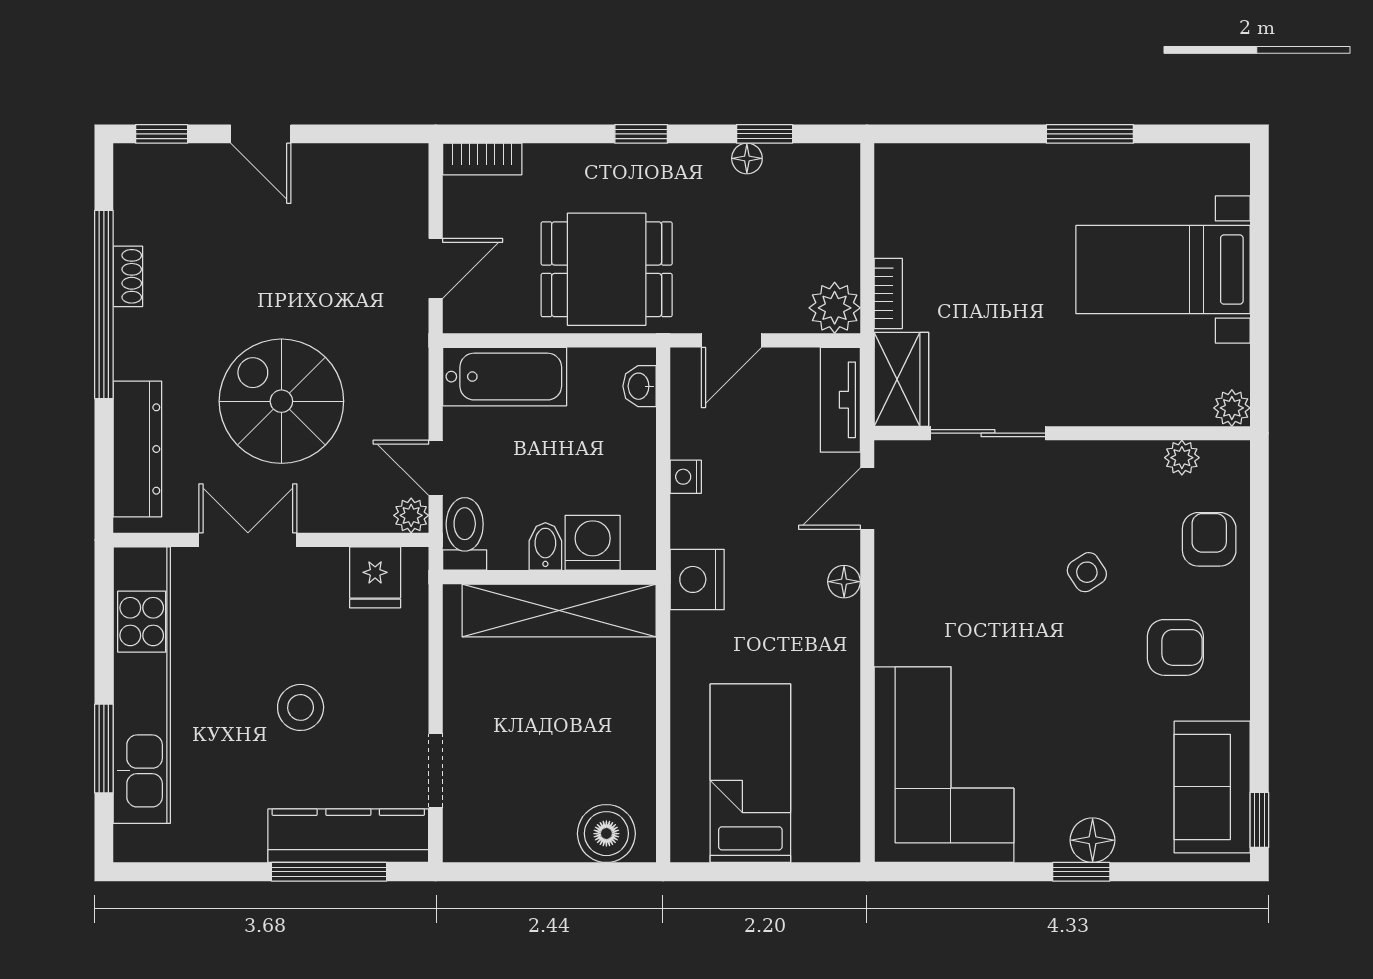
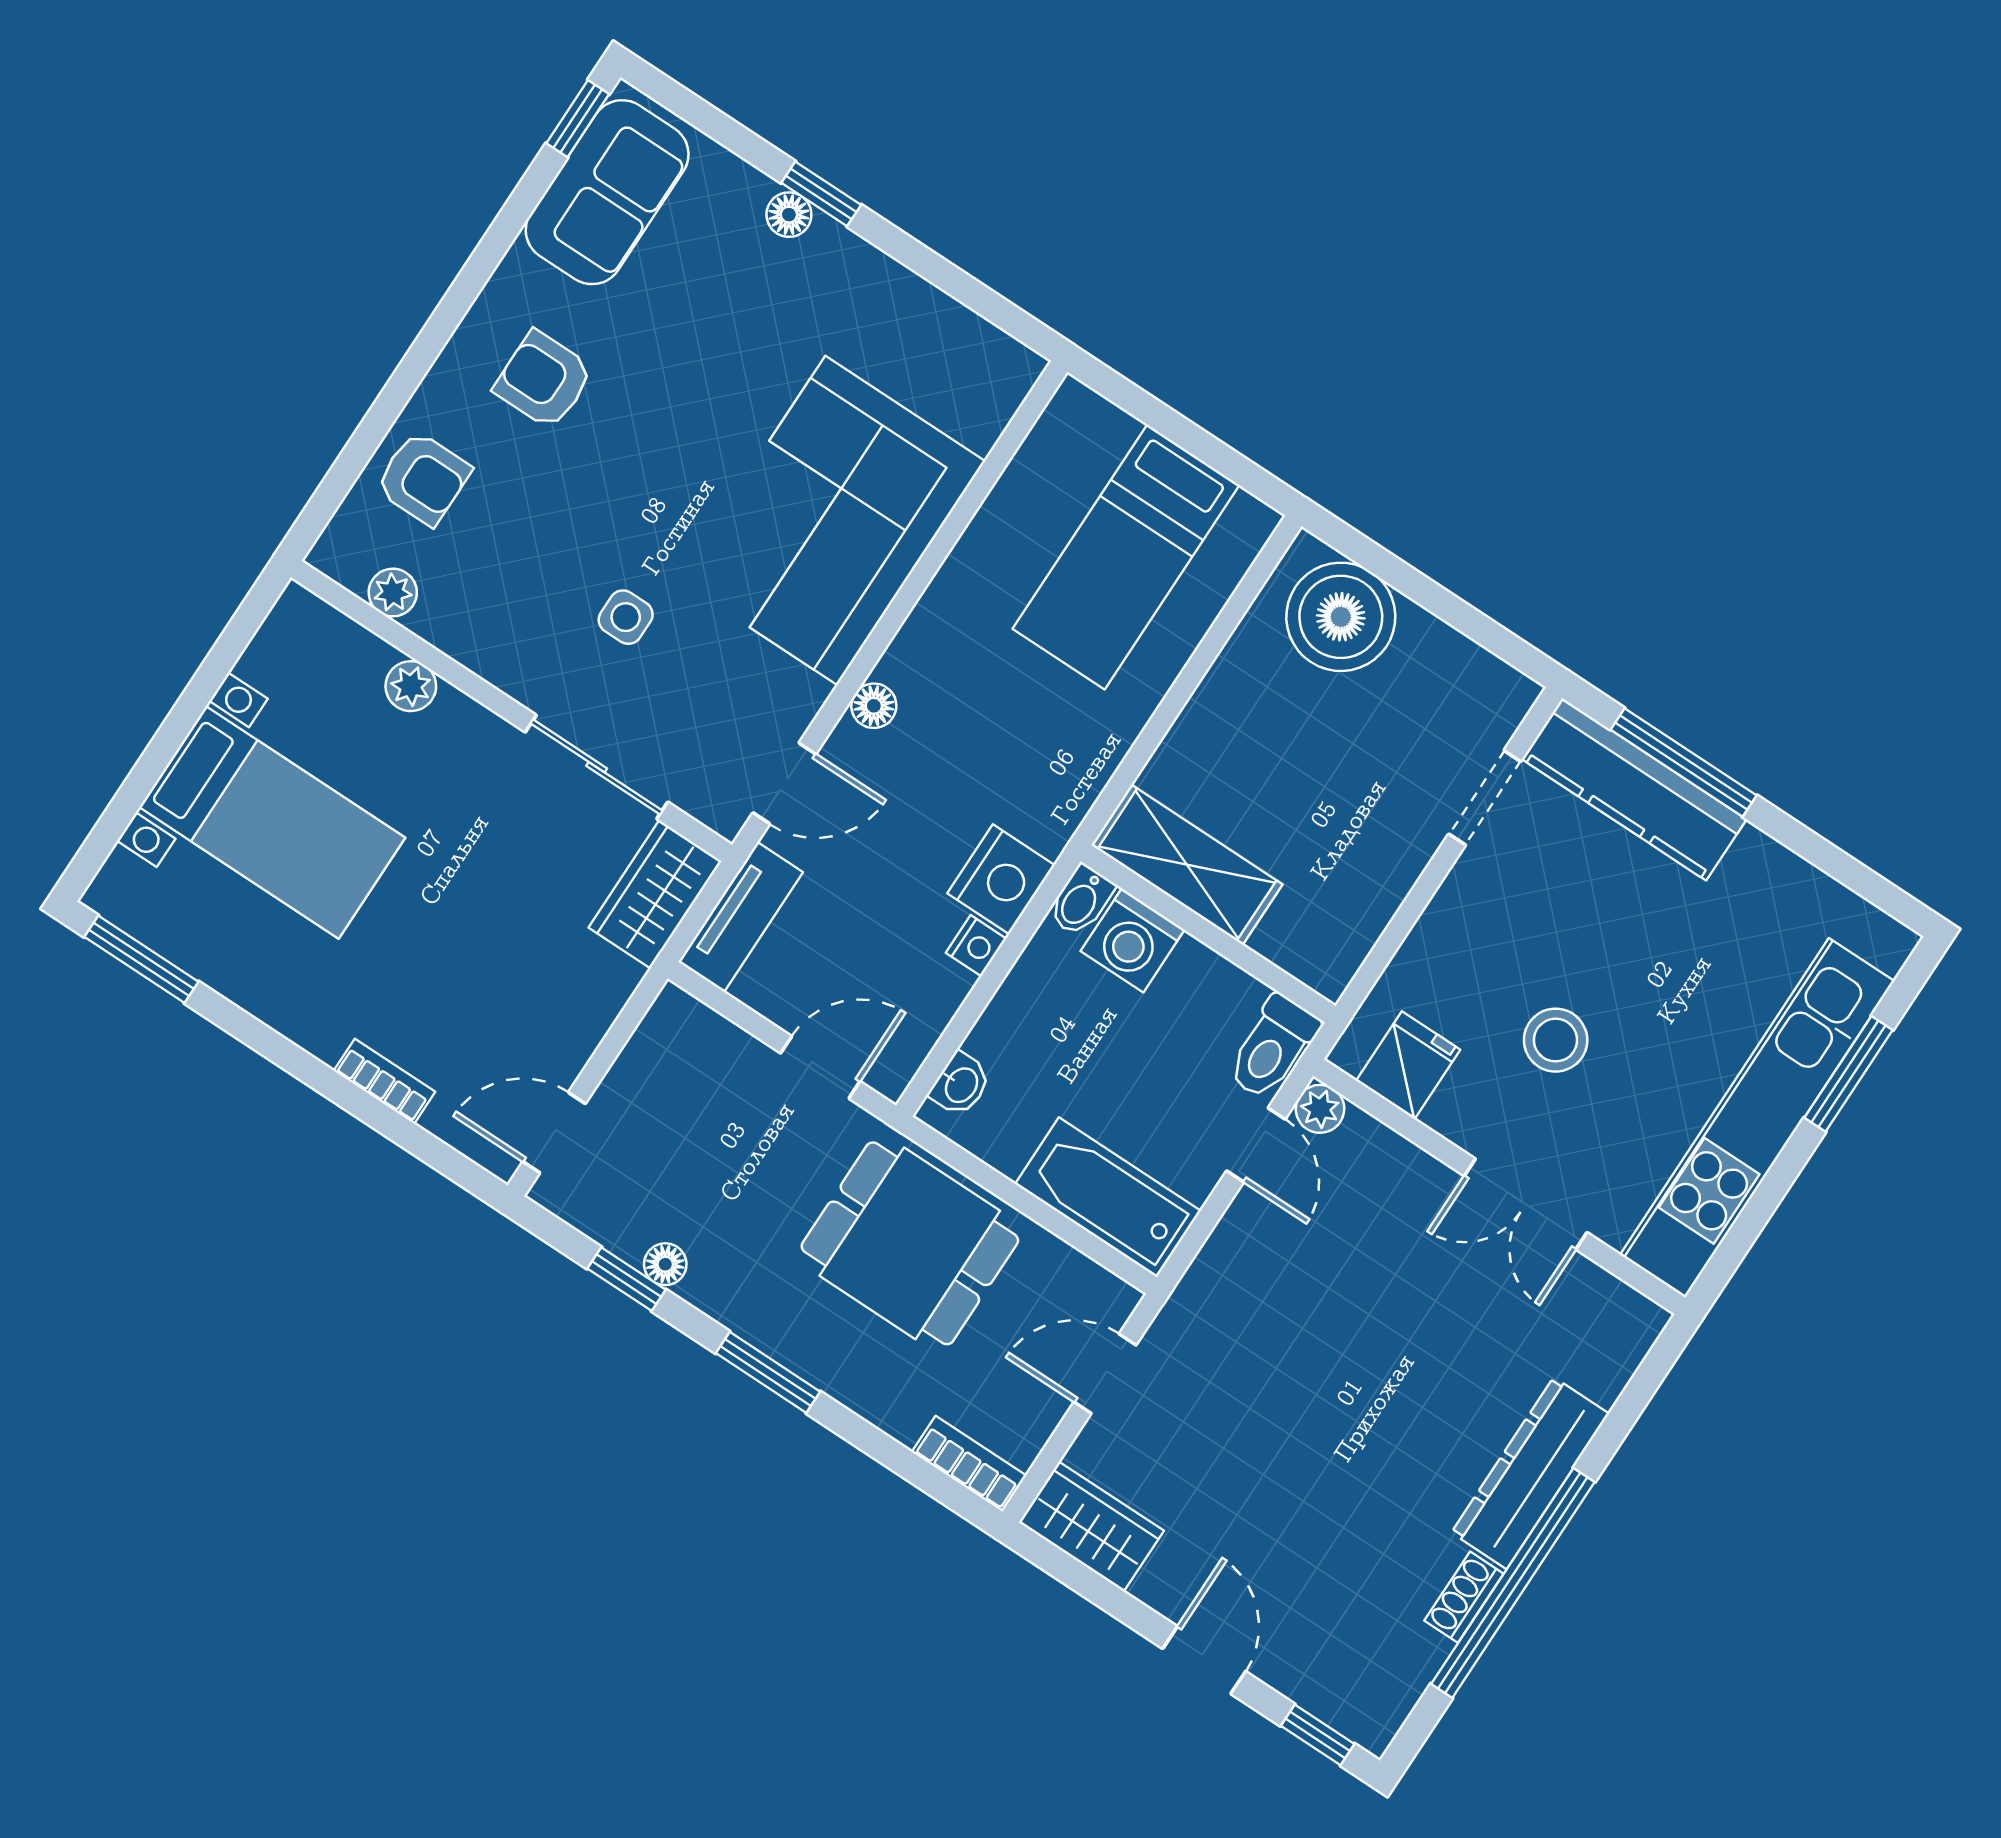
window: (641, 134) -> (768, 1372), width x1.50
window: (1090, 134) -> (141, 959), moved
wardrobe: (383, 170) -> (1091, 1526), added
door: (867, 194) -> (554, 1133), added
bookcase: (888, 294) -> (384, 1081), moved, turned 90
plant: (835, 308) -> (678, 1027), removed
spiral stairs: (281, 401) -> (1382, 1338), removed
plant: (1232, 408) -> (411, 686), moved
dresser: (137, 449) -> (1530, 1473), moved
armchair: (1209, 539) -> (423, 478), turned -90
bidet: (545, 546) -> (1081, 900), moved
side table: (1087, 572) -> (626, 617), moved, turned 33
nightstand: (697, 579) -> (1001, 879), moved
shelving: (559, 610) -> (1187, 865), width x0.68
stool: (301, 707) -> (1556, 1040), moved
corner sofa: (944, 765) -> (832, 520), moved
boiler: (606, 834) -> (1341, 617), width x1.37, depth x1.37
floor lamp: (1093, 840) -> (789, 215), width x0.73, depth x0.73

